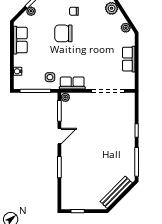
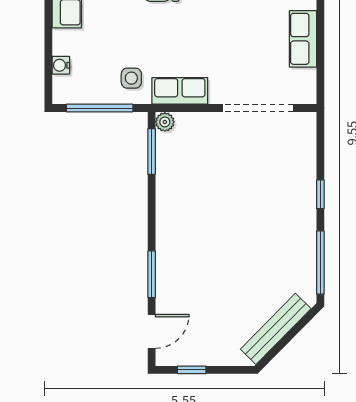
door: (59, 136) -> (152, 331), moved

